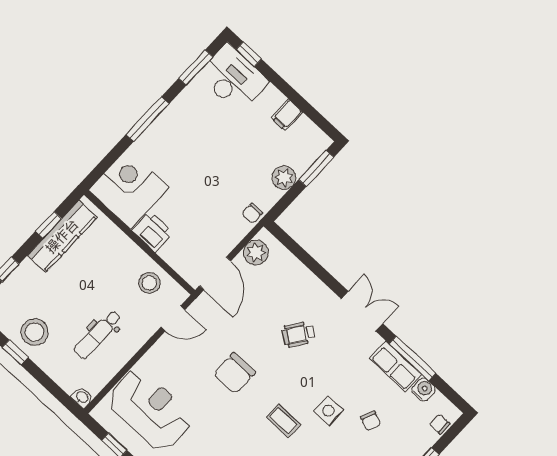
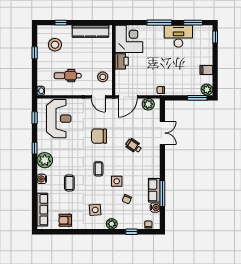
desk: (233, 78) -> (178, 36), moved, turned -90
plant: (284, 178) -> (207, 90), moved
window: (48, 225) -> (90, 23), removed
double door: (362, 311) -> (162, 133), moved
stool: (35, 332) -> (55, 45), moved

